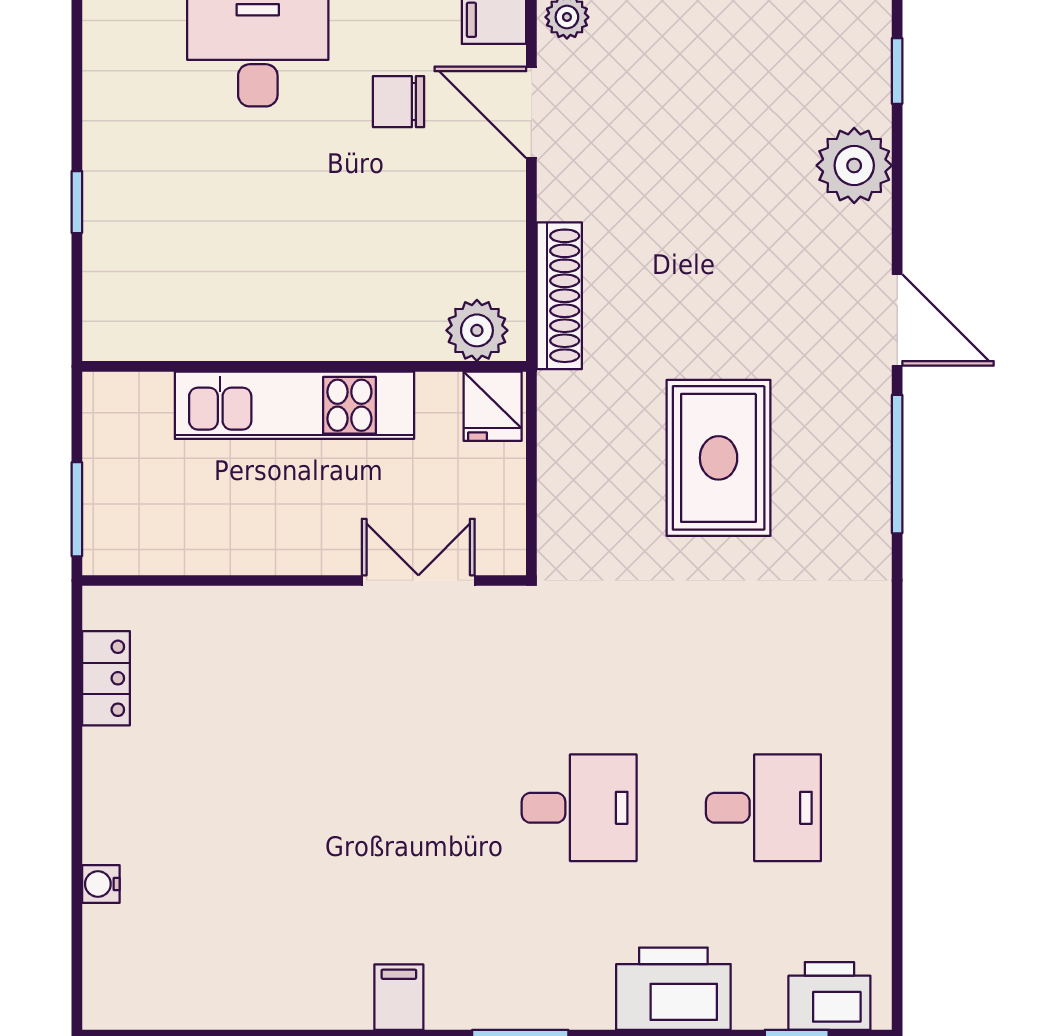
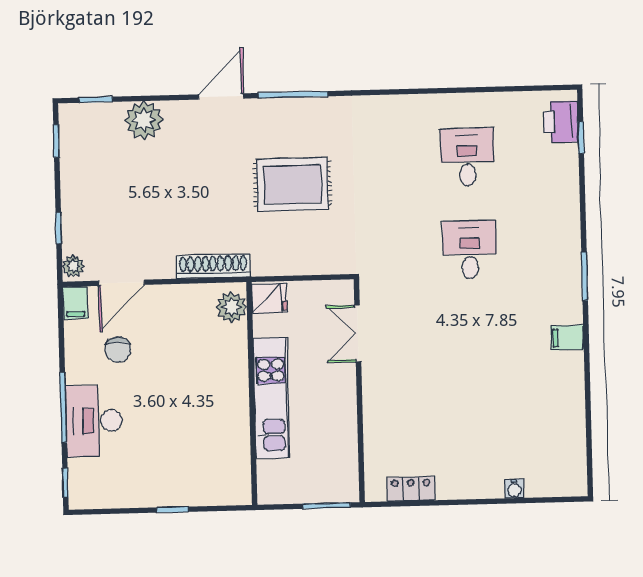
printer: (673, 989) -> (559, 200), removed

